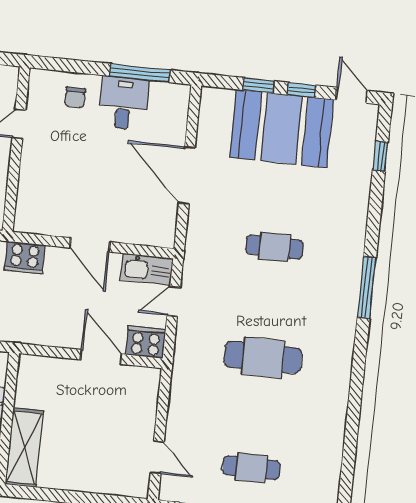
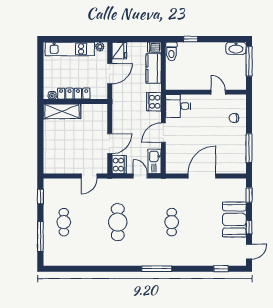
window: (258, 85) -> (249, 195), moved
desk: (124, 103) -> (178, 106), moved, turned 180
booth: (282, 128) -> (234, 219), width x0.73, depth x0.70
door: (157, 457) -> (89, 176), moved

